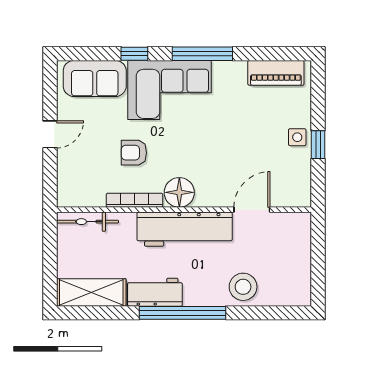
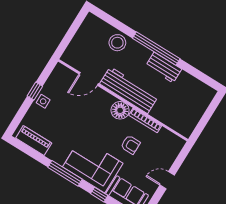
bicycle: (88, 222) -> (176, 124), removed
shelving: (91, 292) -> (196, 87), removed

